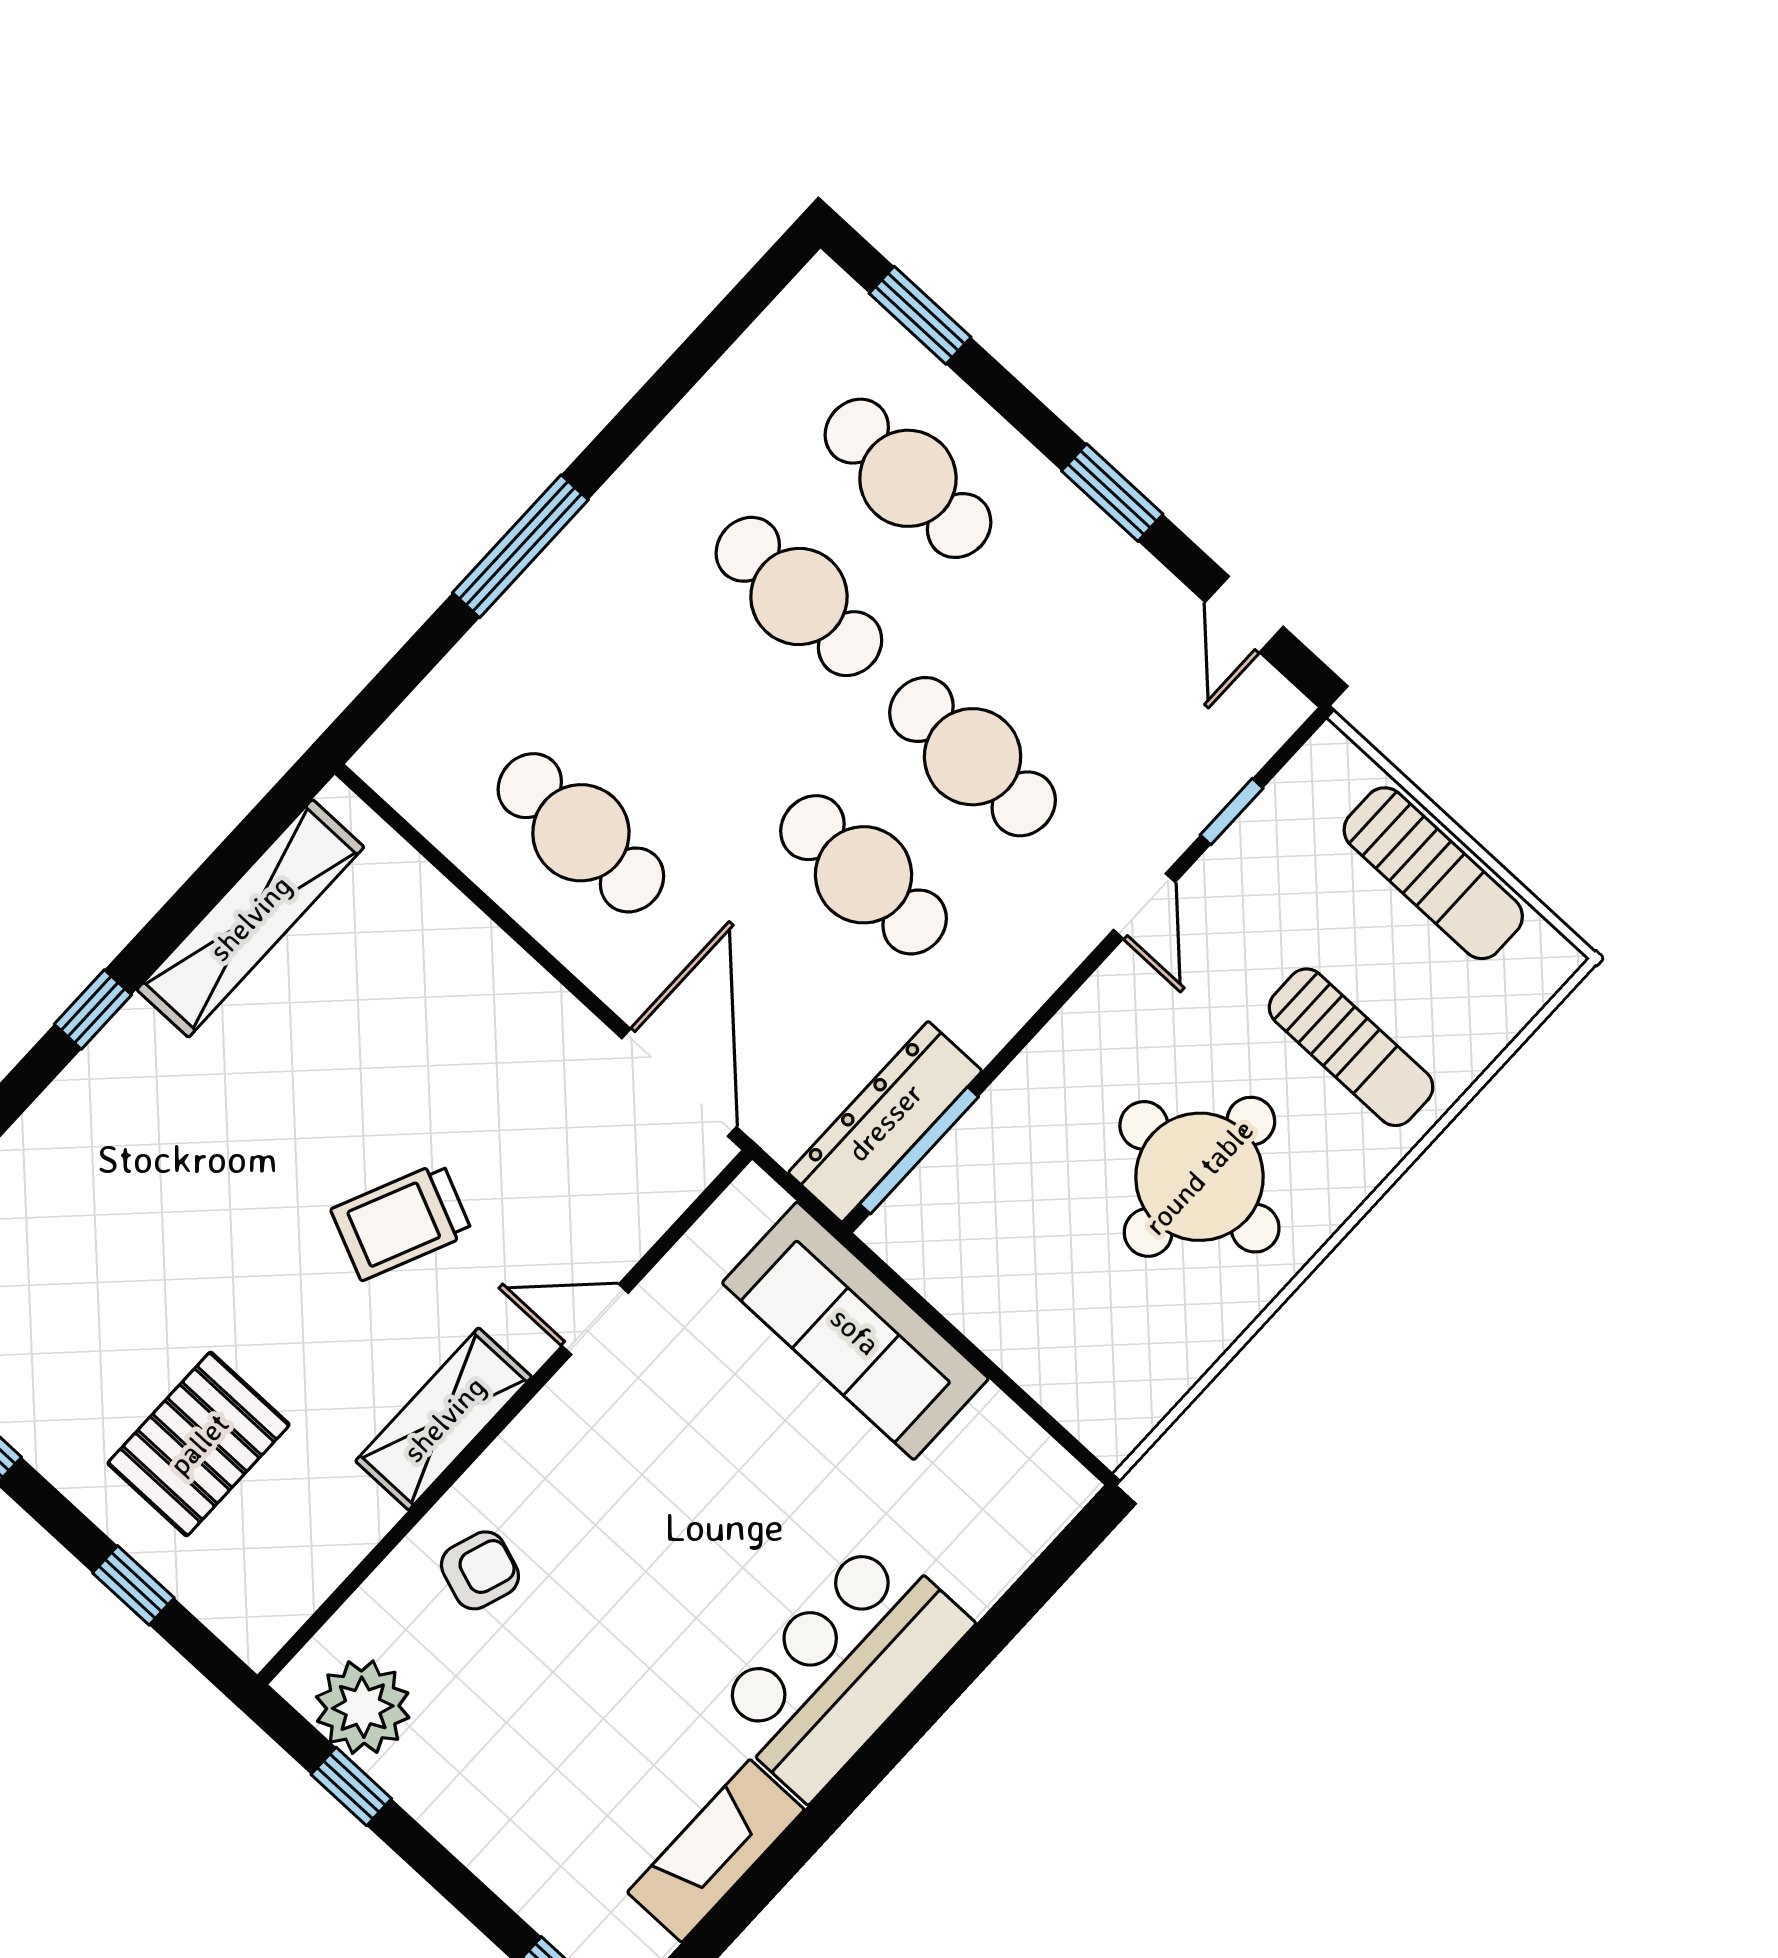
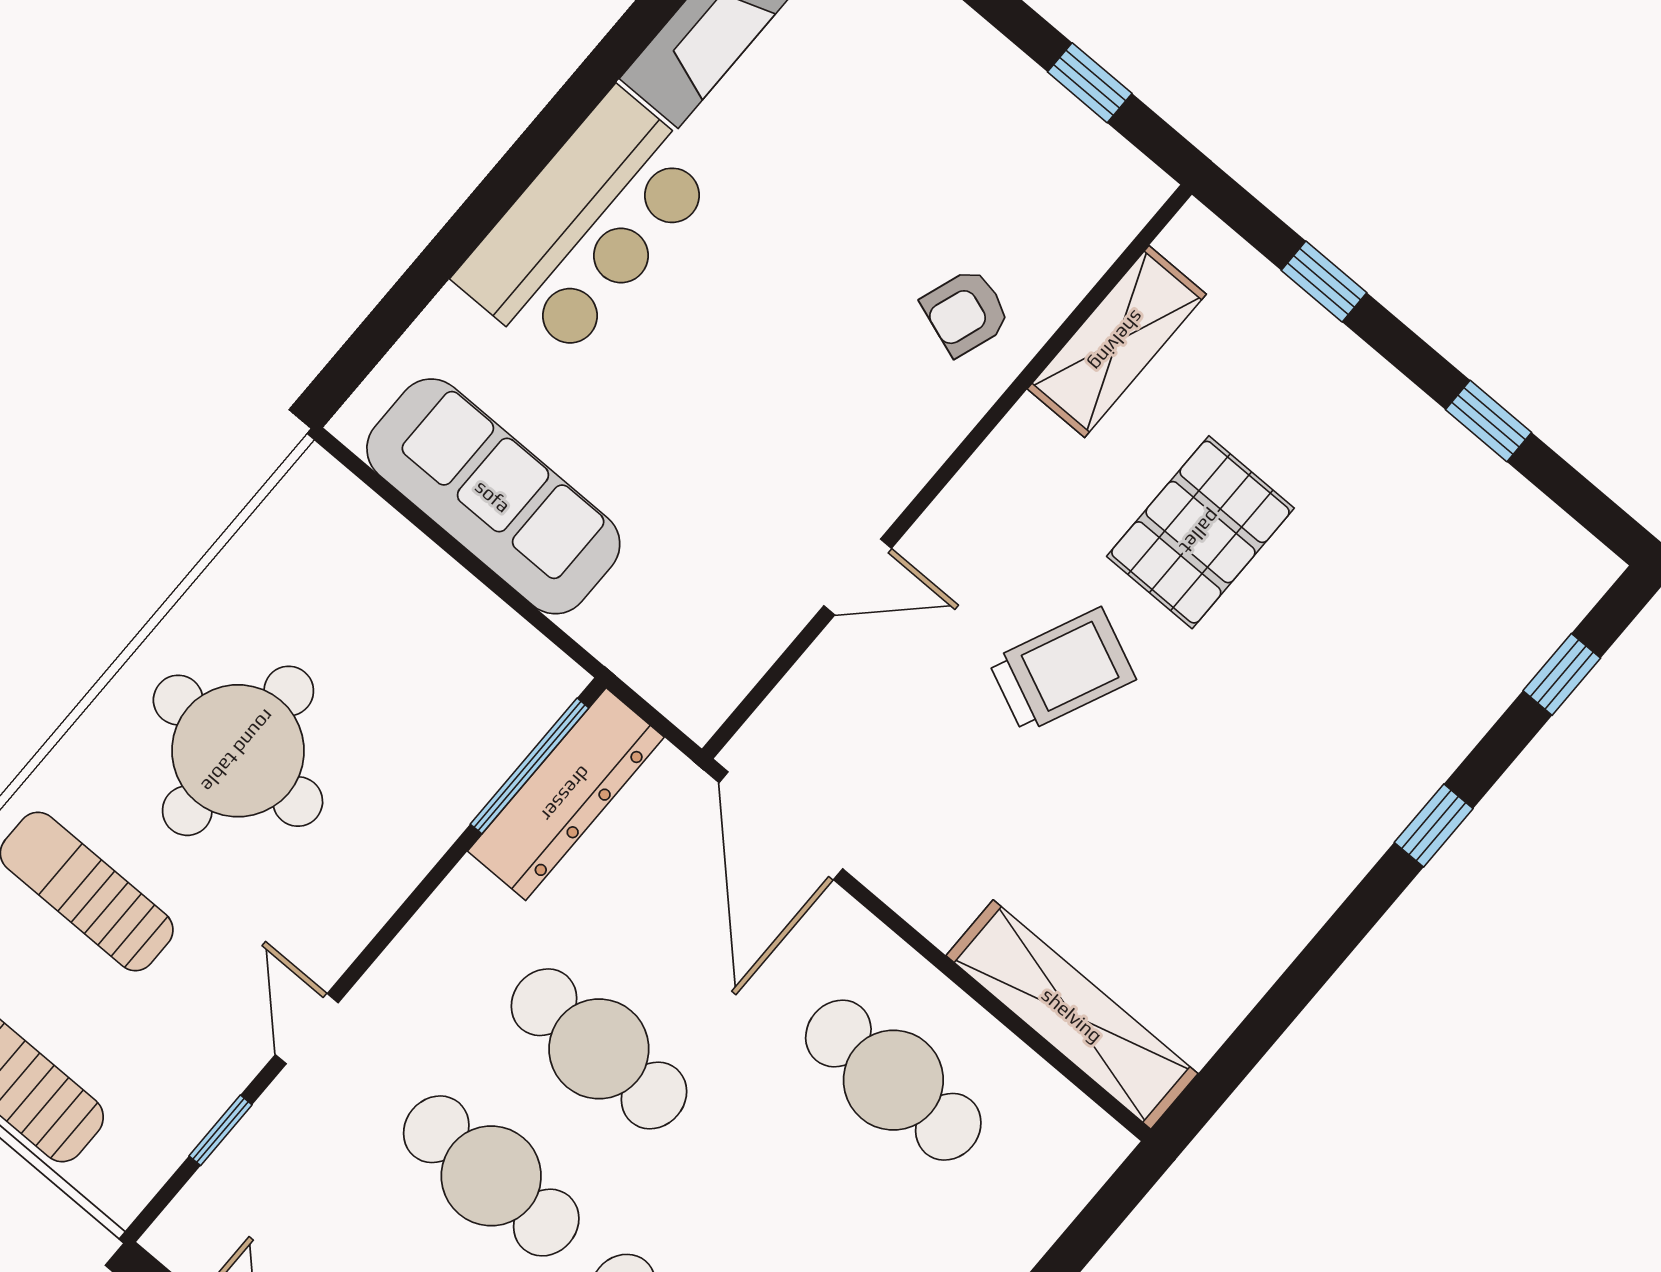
shelving: (250, 918) -> (1072, 1015), moved, turned 90
window: (93, 1009) -> (1434, 826), moved
sofa: (855, 1331) -> (493, 496), moved
shelving: (444, 1419) -> (1117, 341), moved
pallet: (199, 1444) -> (1200, 532), moved
plant: (363, 1707) -> (1081, 165), removed

